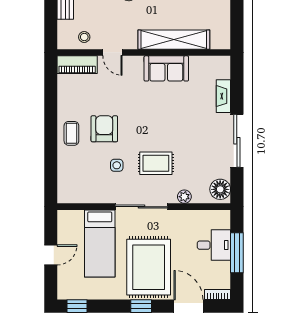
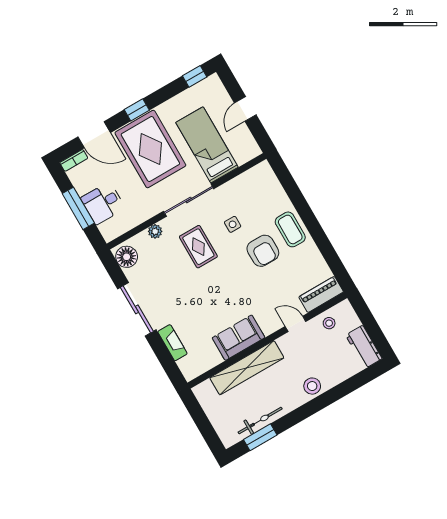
coffee table: (71, 133) -> (290, 229), width x1.36, depth x1.30
rug: (156, 163) -> (198, 247), turned 90

